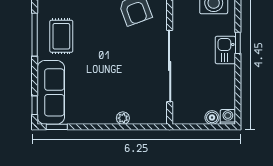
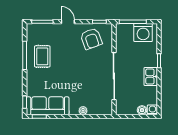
kitchen sink: (225, 50) -> (151, 76), moved
sofa: (51, 92) -> (48, 106), moved, turned -90

